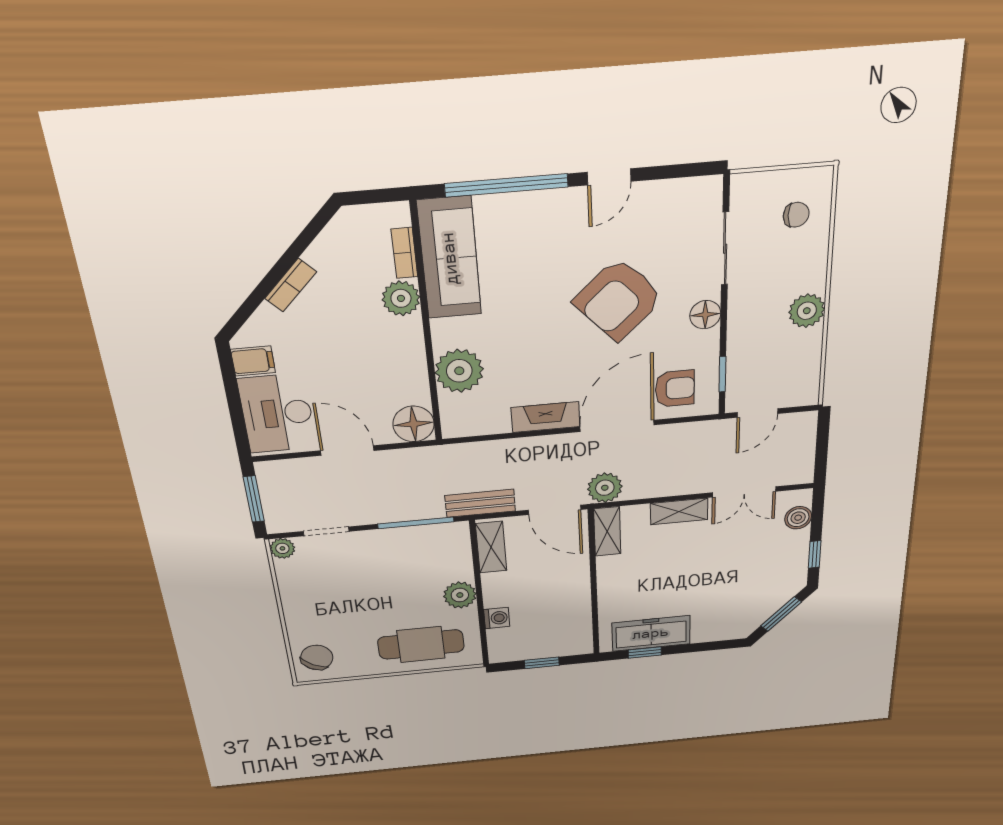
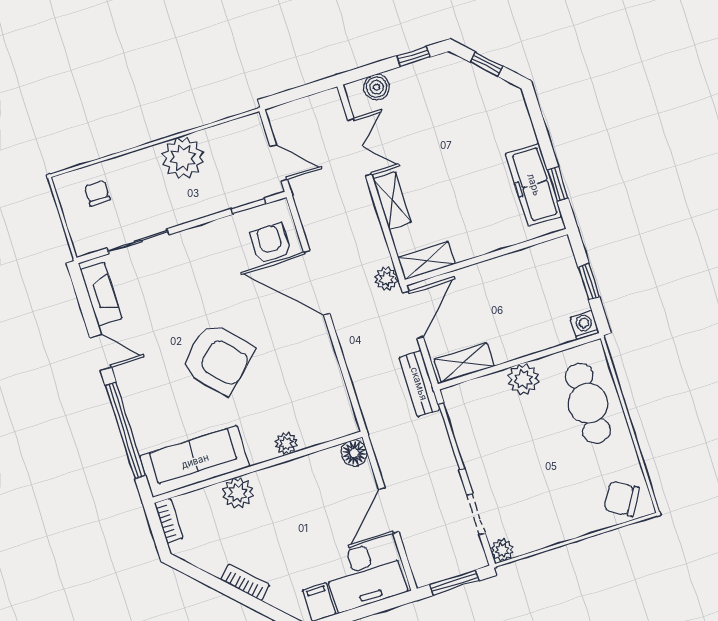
bookcase: (404, 253) -> (169, 521), moved, turned -90
armchair: (618, 300) -> (218, 359), moved
plant: (807, 311) -> (183, 158), width x1.36, depth x1.36
floor lamp: (705, 315) -> (198, 239), removed
plant: (459, 371) -> (286, 444), width x0.53, depth x0.53
fireplace: (546, 417) -> (101, 294), moved, turned 180
floor lamp: (414, 424) -> (354, 453), width x0.73, depth x0.73
plant: (605, 488) -> (386, 279), width x0.73, depth x0.73
window: (781, 614) -> (487, 64), width x0.67
washing machine: (497, 618) -> (585, 325), moved

